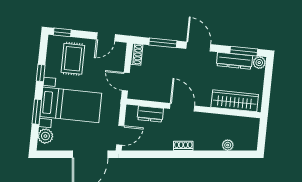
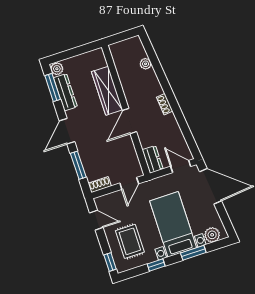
rug: (73, 59) -> (130, 241), turned 90
wardrobe: (235, 101) -> (107, 91), moved
dresser: (150, 114) -> (153, 159), moved

